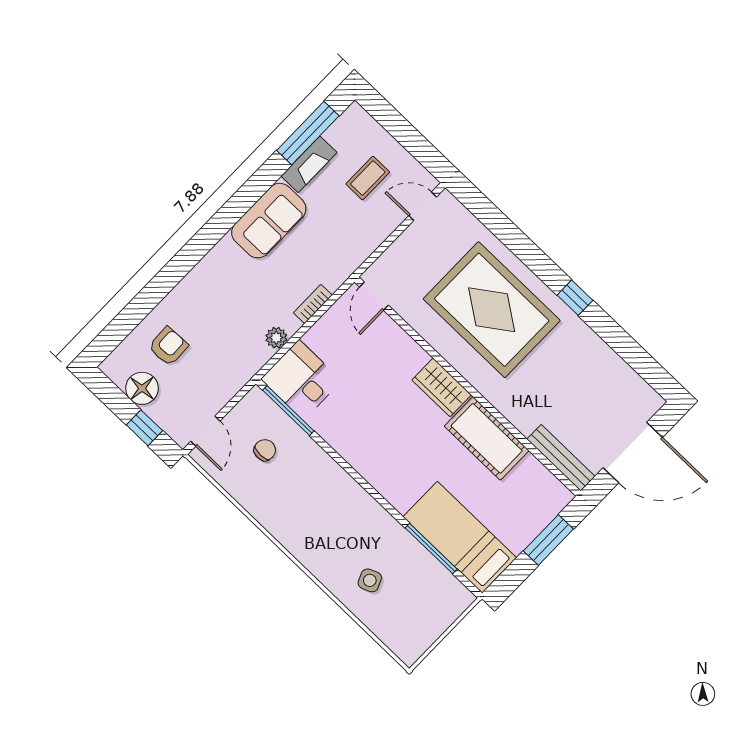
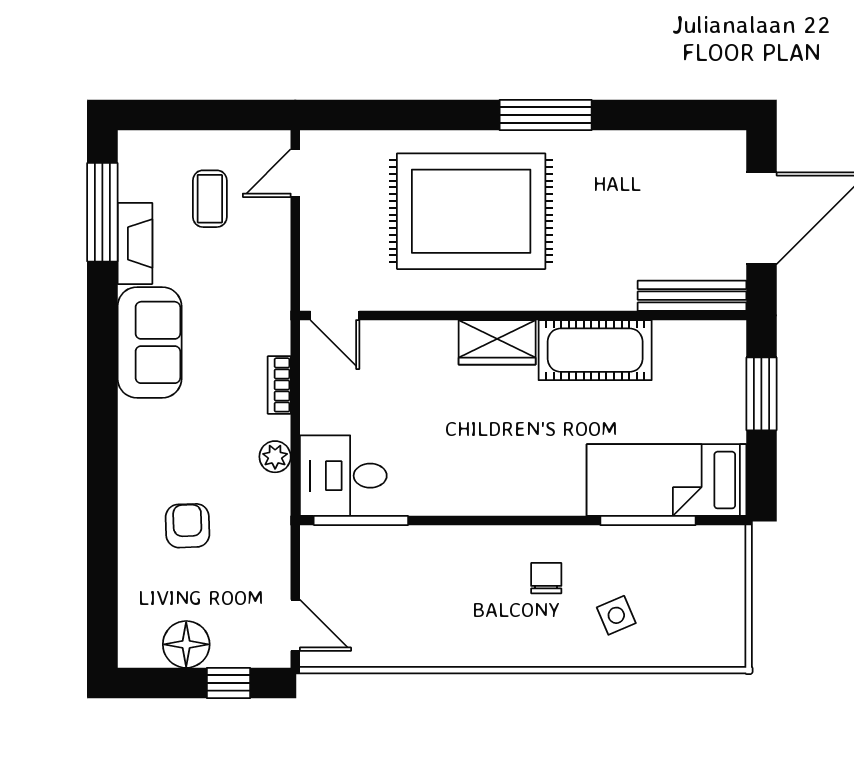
window: (575, 298) -> (546, 115), width x2.17
armchair: (168, 346) -> (188, 526), moved
chair: (265, 450) -> (546, 578), moved

